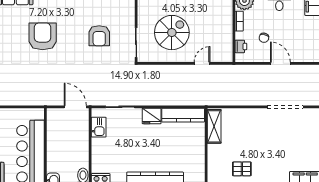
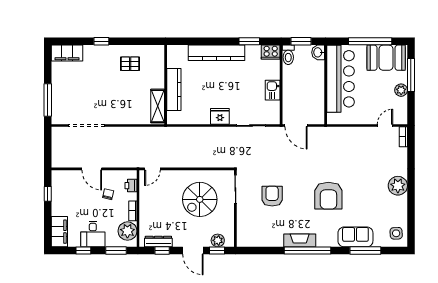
door: (202, 63) -> (152, 169), moved
kitchen counter: (183, 115) -> (174, 90), moved, turned 90
kitchen sink: (99, 127) -> (273, 90), moved

